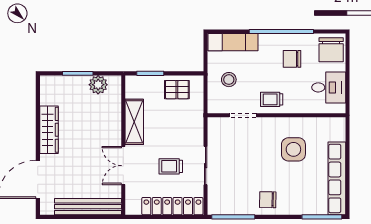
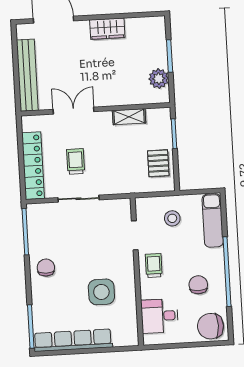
desk: (329, 87) -> (160, 316), moved, turned 90
shelving: (134, 122) -> (129, 117), width x0.67, depth x0.75
wardrobe: (49, 130) -> (107, 29), width x0.67

